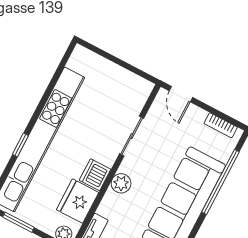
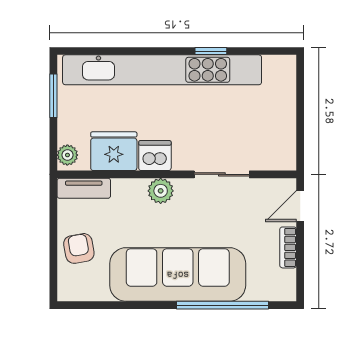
bookcase: (221, 125) -> (288, 247), moved
window: (20, 145) -> (211, 51), moved

